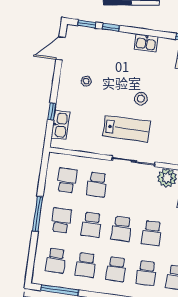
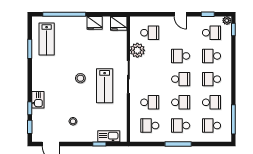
kitchen sink: (146, 43) -> (38, 100), moved
lab bench: (127, 129) -> (105, 86), turned 180
school desk: (152, 233) -> (181, 56), turned 180
school desk: (56, 261) -> (212, 126), turned 180
school desk: (116, 269) -> (212, 79), turned 180
school desk: (146, 273) -> (212, 56), turned 180

